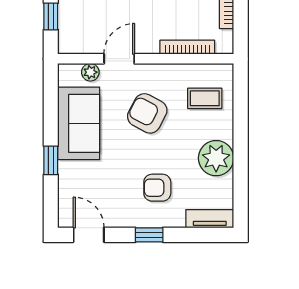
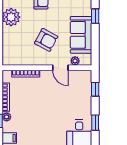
door: (119, 59) -> (60, 68), hinge flipped
coffee table: (205, 98) -> (17, 48), removed

